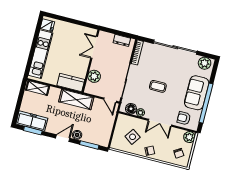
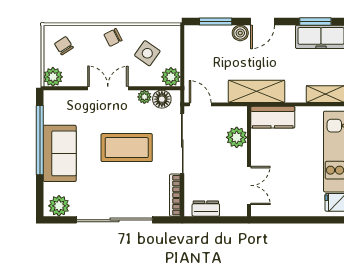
coffee table: (158, 86) -> (127, 148), width x1.86, depth x1.72
armchair: (184, 118) -> (70, 106), removed
plant: (123, 120) -> (171, 77), added

